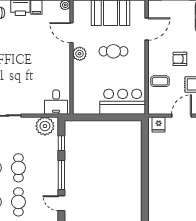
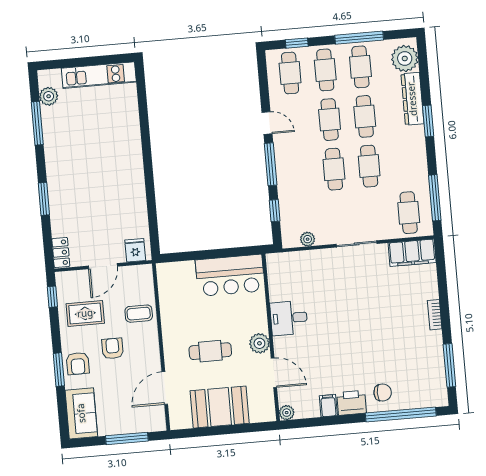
armchair: (180, 59) -> (113, 349), turned -90
desk: (56, 102) -> (289, 318), moved, turned -90
bar counter: (123, 102) -> (230, 275), moved
plant: (45, 126) -> (308, 239), width x0.53, depth x0.53

